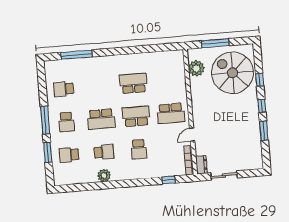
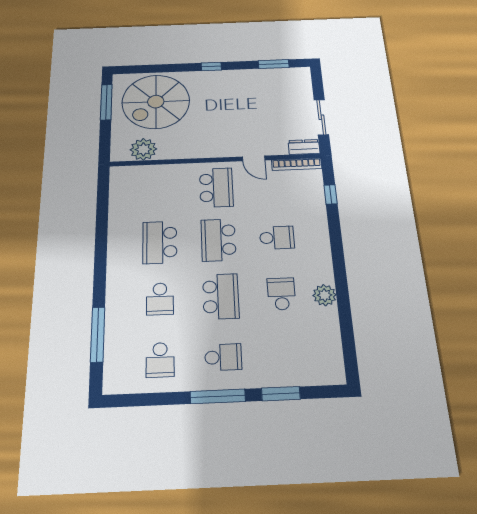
window: (215, 43) -> (106, 102), moved
window: (260, 80) -> (170, 68), removed
window: (264, 131) -> (274, 64), moved
school desk: (69, 155) -> (160, 299), moved

